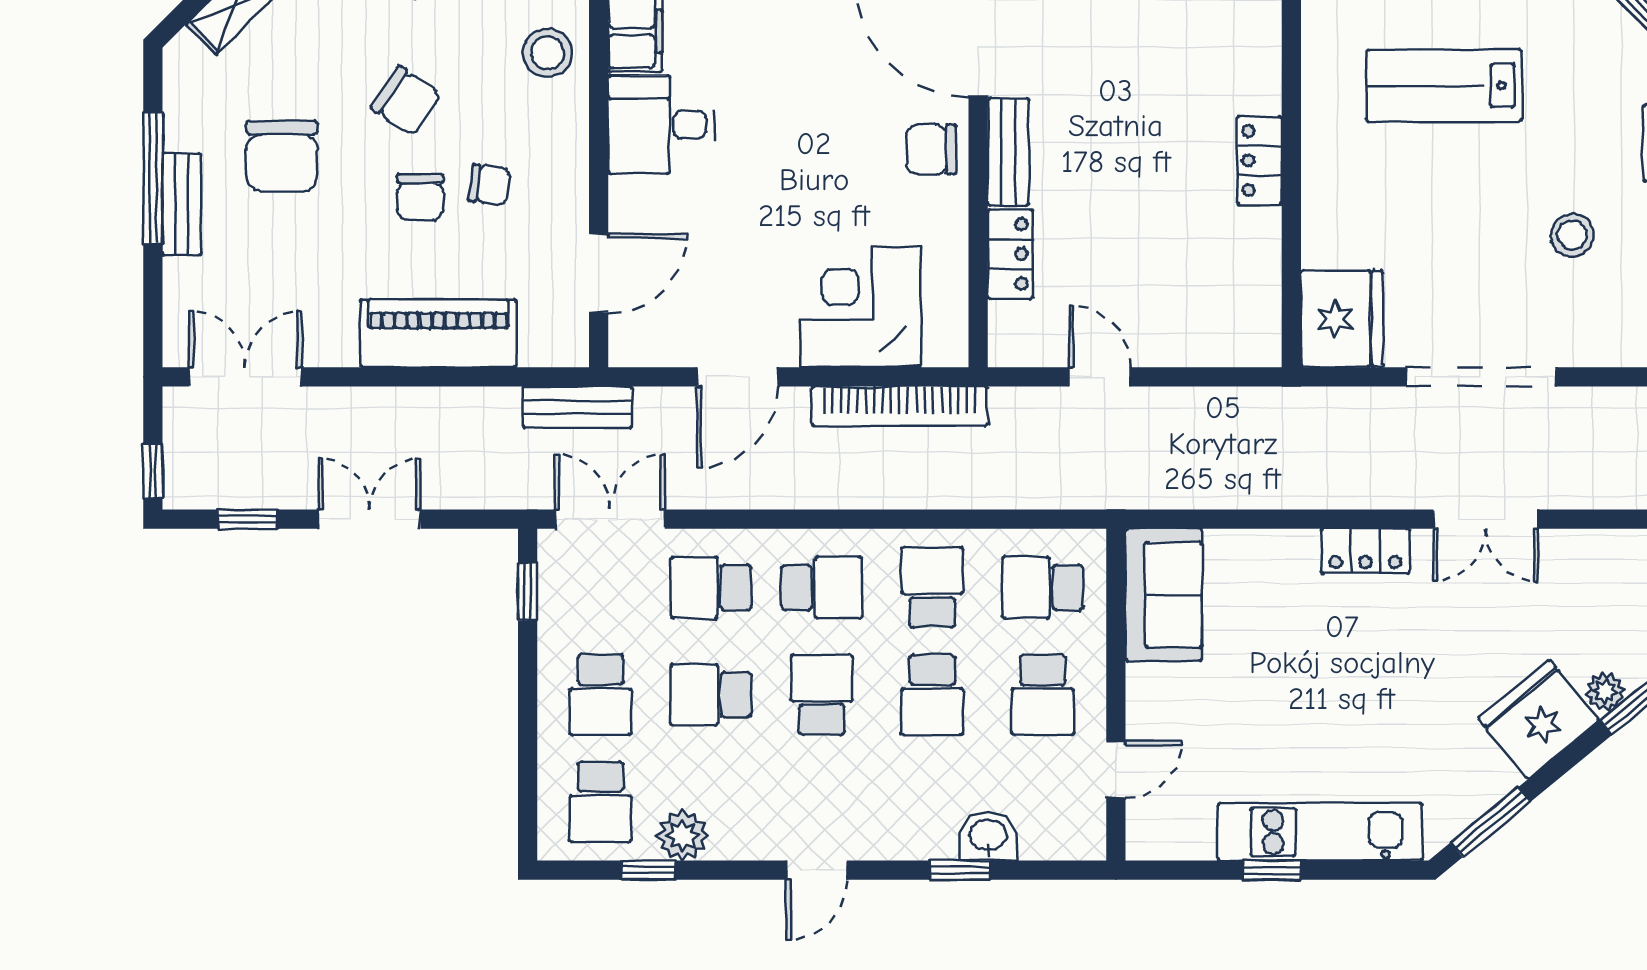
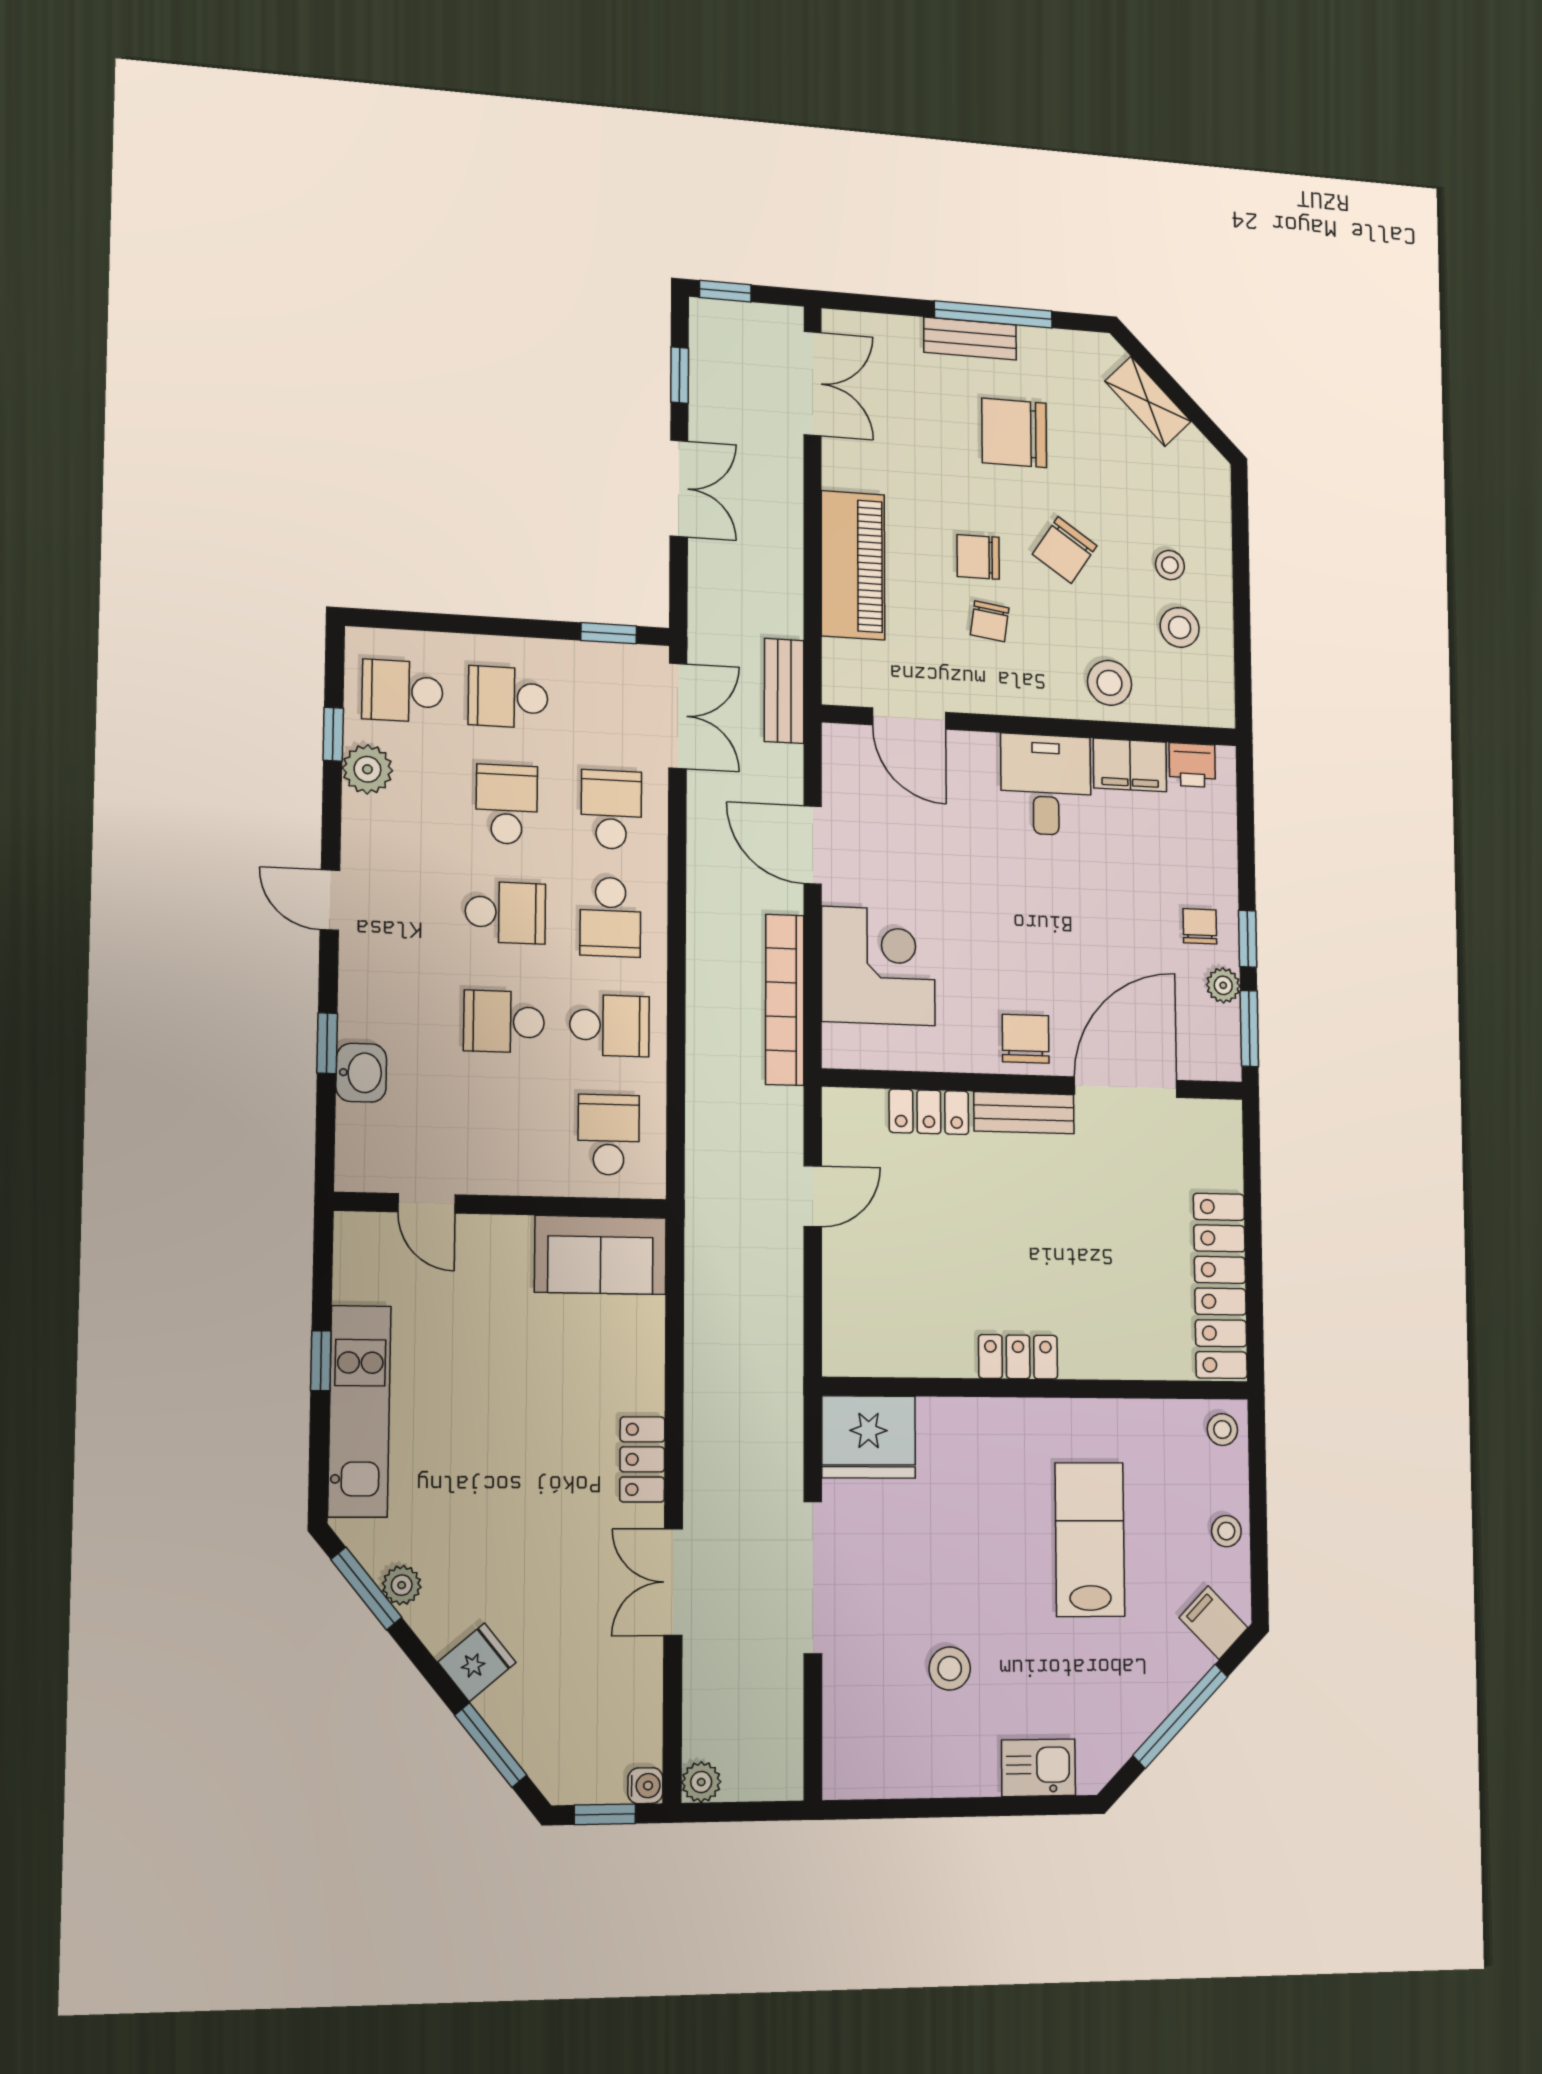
plant: (1605, 691) -> (402, 1585), moved
school desk: (1043, 695) -> (503, 1132), removed
fridge: (1539, 720) -> (477, 1662), width x0.53, depth x0.75

